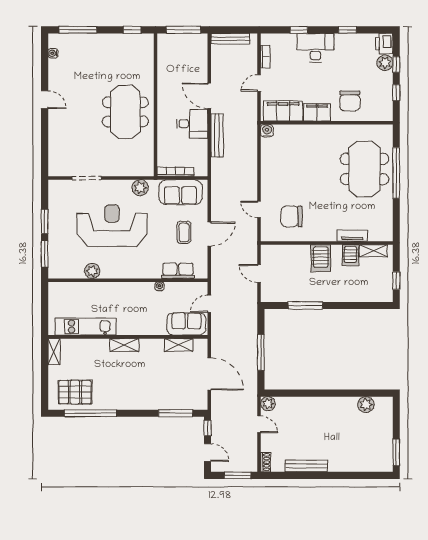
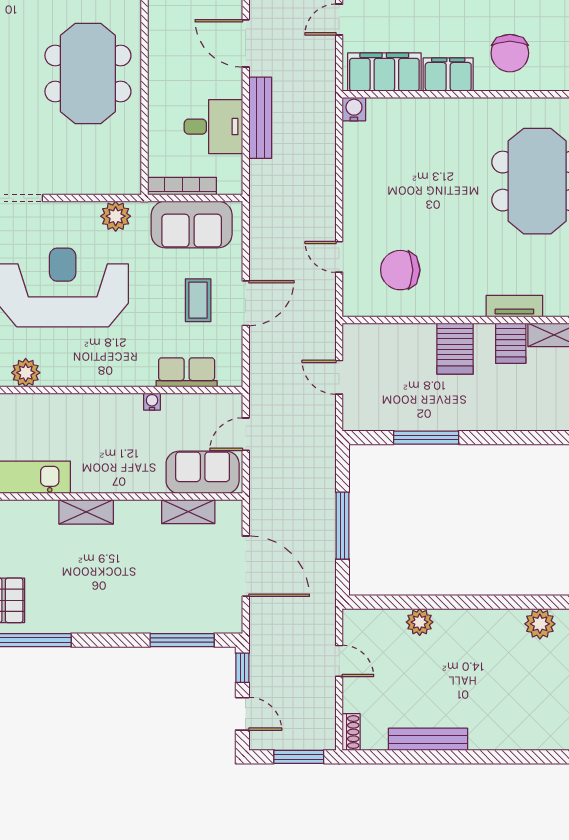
desk: (192, 124) -> (213, 127), moved
plant: (268, 404) -> (420, 622), moved

